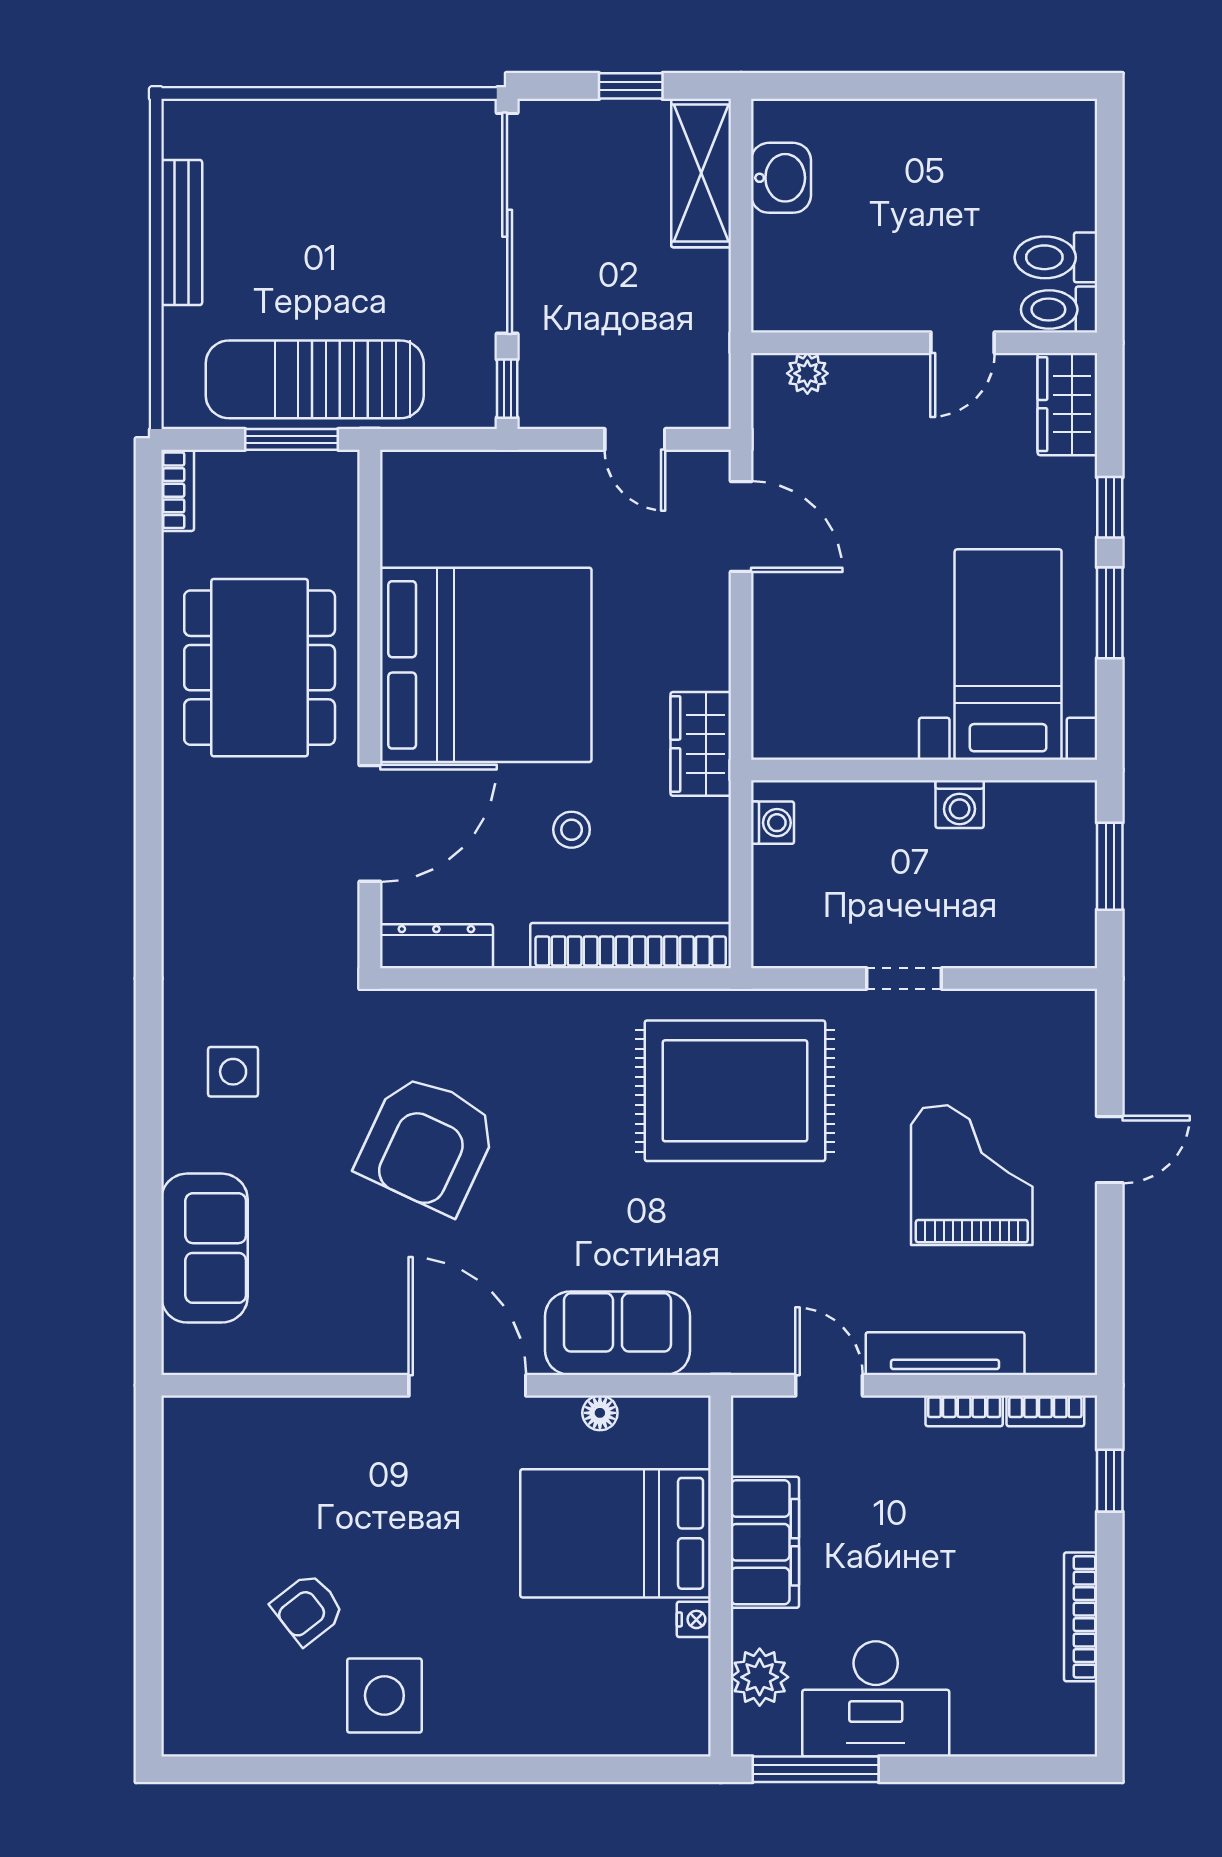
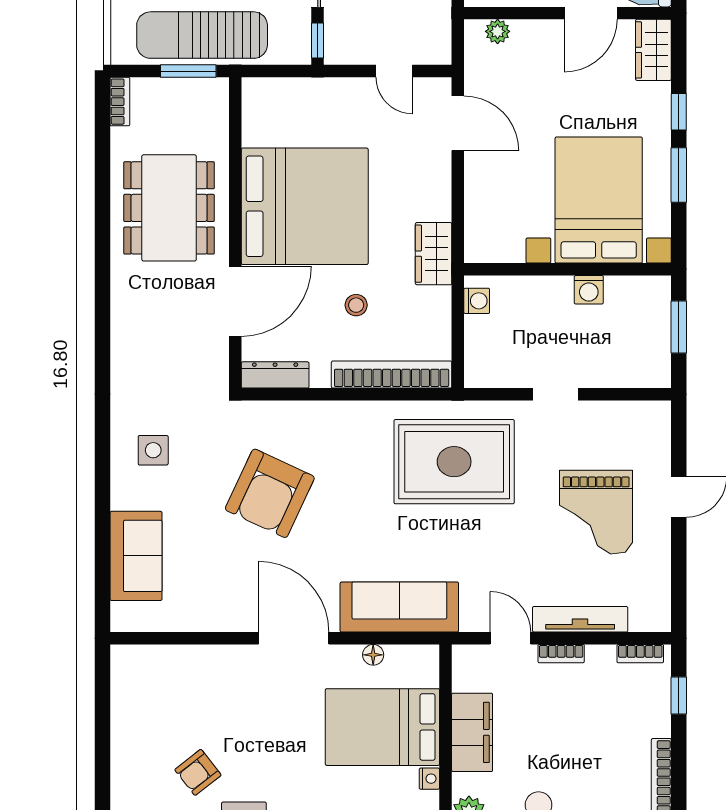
door: (963, 343) -> (591, 13), width x1.37
bed with nightstands: (1008, 655) -> (599, 200), width x1.36
grand piano: (972, 1175) -> (596, 512), turned 180
sofa: (617, 1333) -> (399, 607), width x1.36
bookcase: (964, 1411) -> (561, 654), moved

